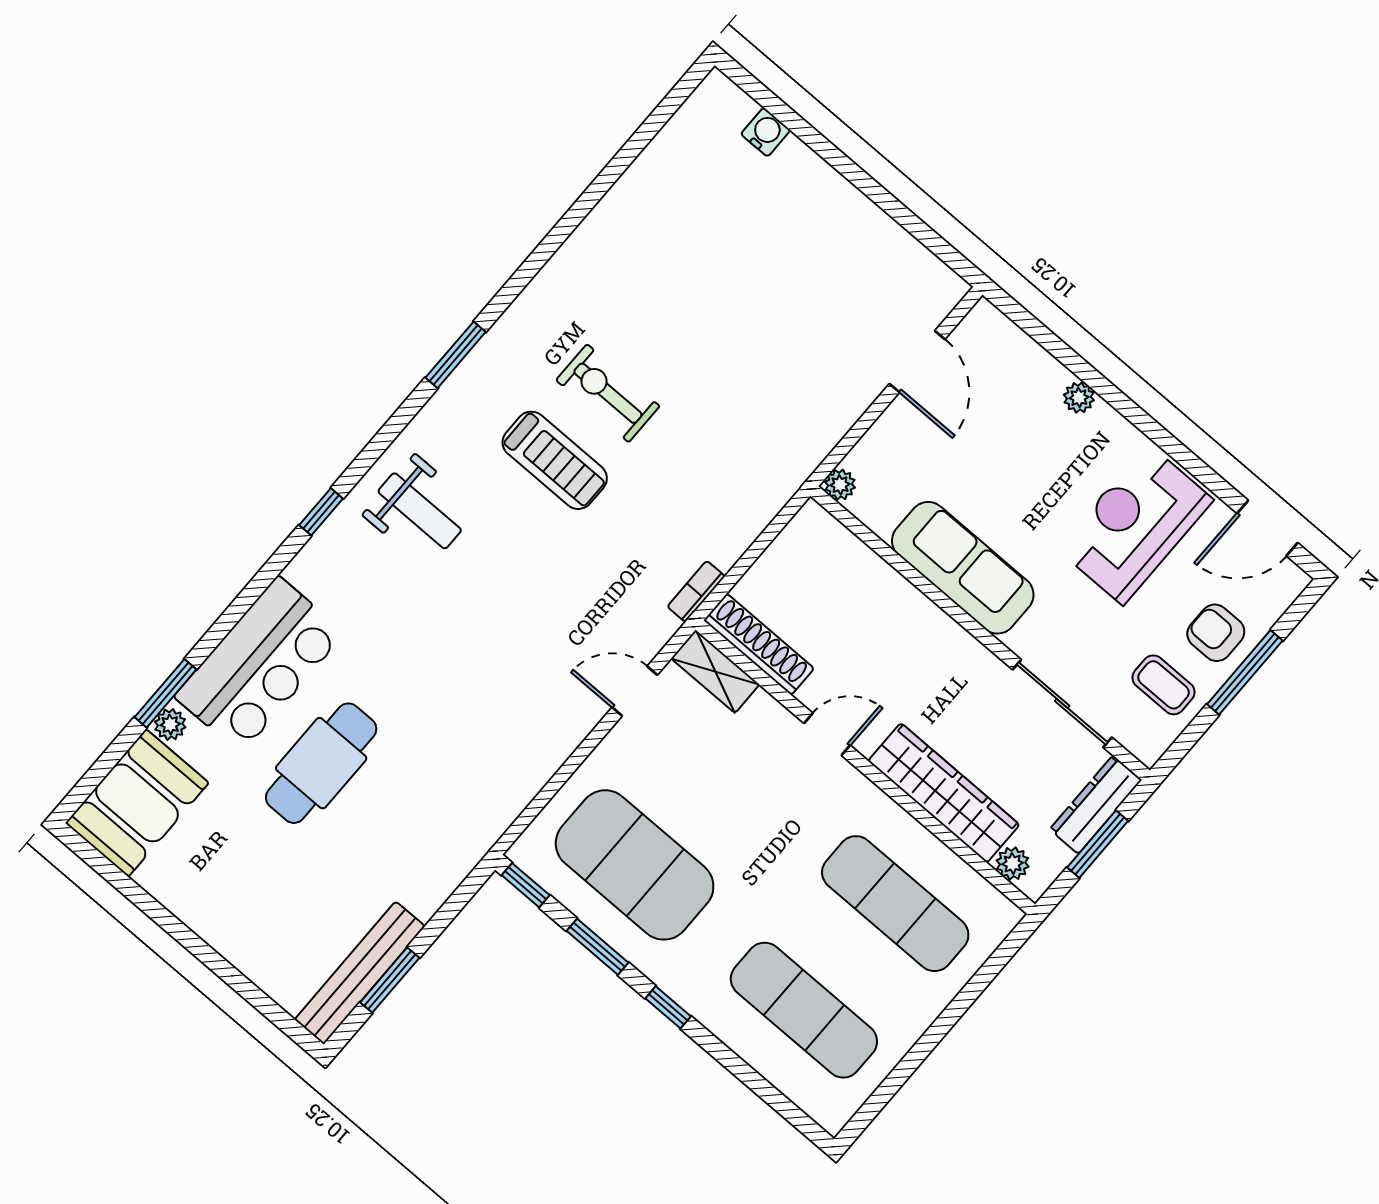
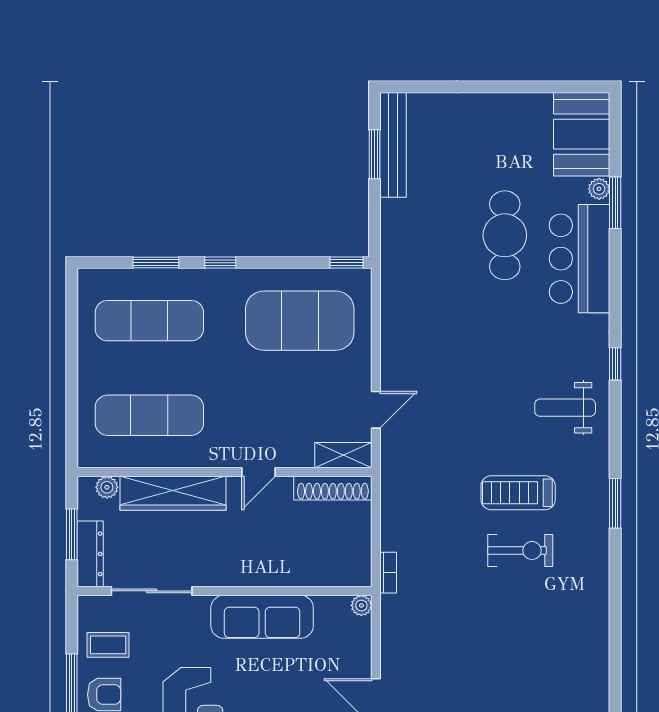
bookcase: (696, 591) -> (388, 573), moved
window: (597, 947) -> (156, 263), moved

